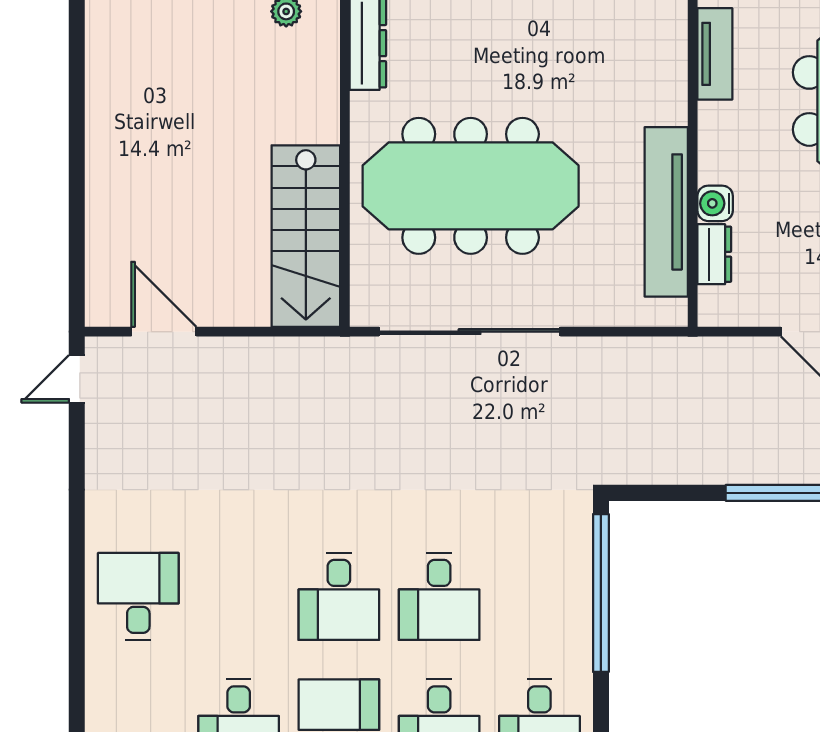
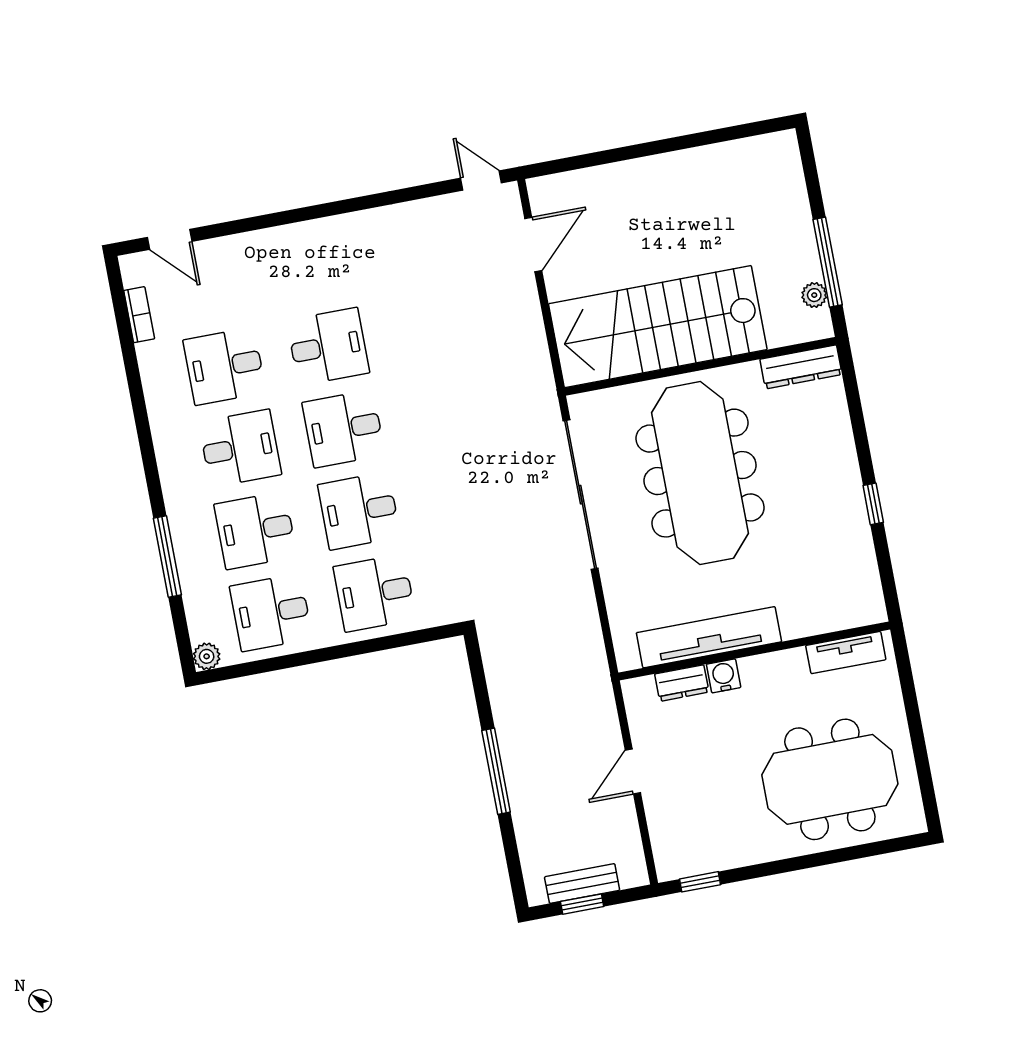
stairs: (306, 236) -> (658, 327), width x1.36, depth x1.51
window: (601, 593) -> (387, 643), removed
desk: (138, 596) -> (328, 347), moved
desk: (539, 596) -> (375, 593), added

